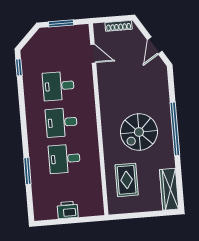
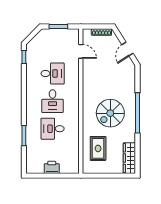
desk: (58, 86) -> (53, 73), turned 180
desk: (61, 122) -> (53, 101), turned -90

